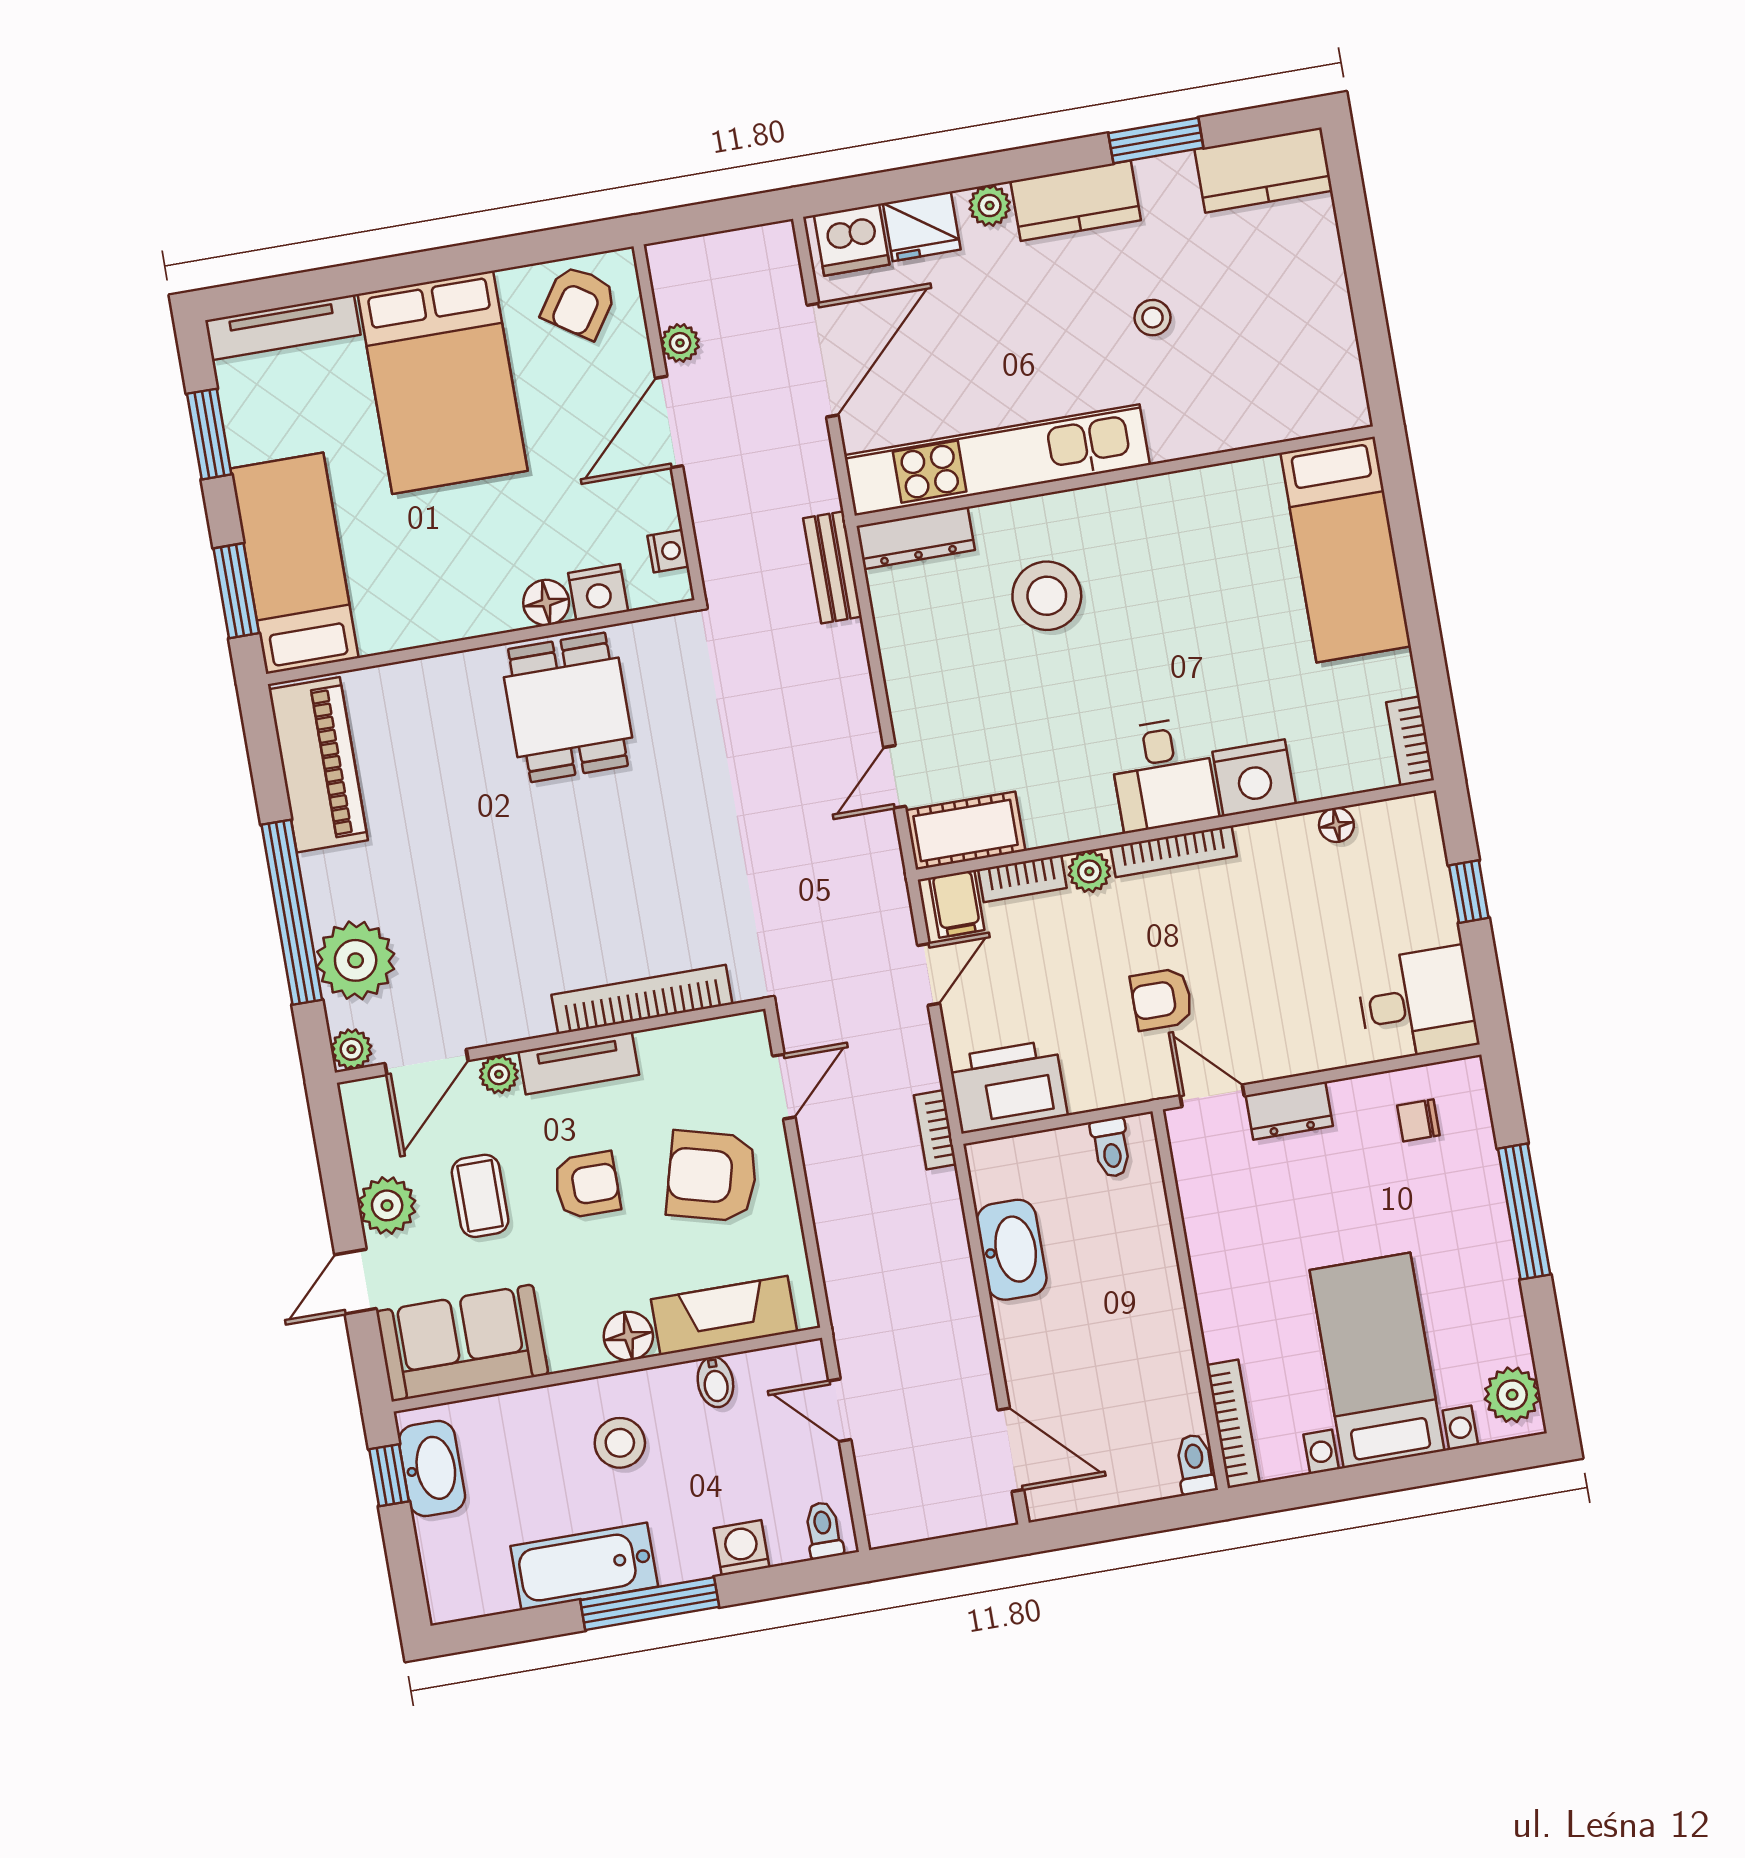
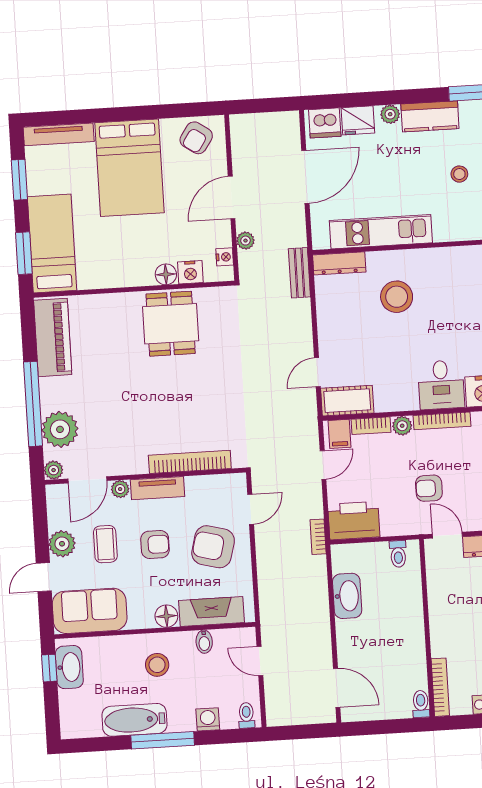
plant: (680, 343) -> (245, 241), moved
kitchen unit: (997, 460) -> (381, 232), width x0.73

